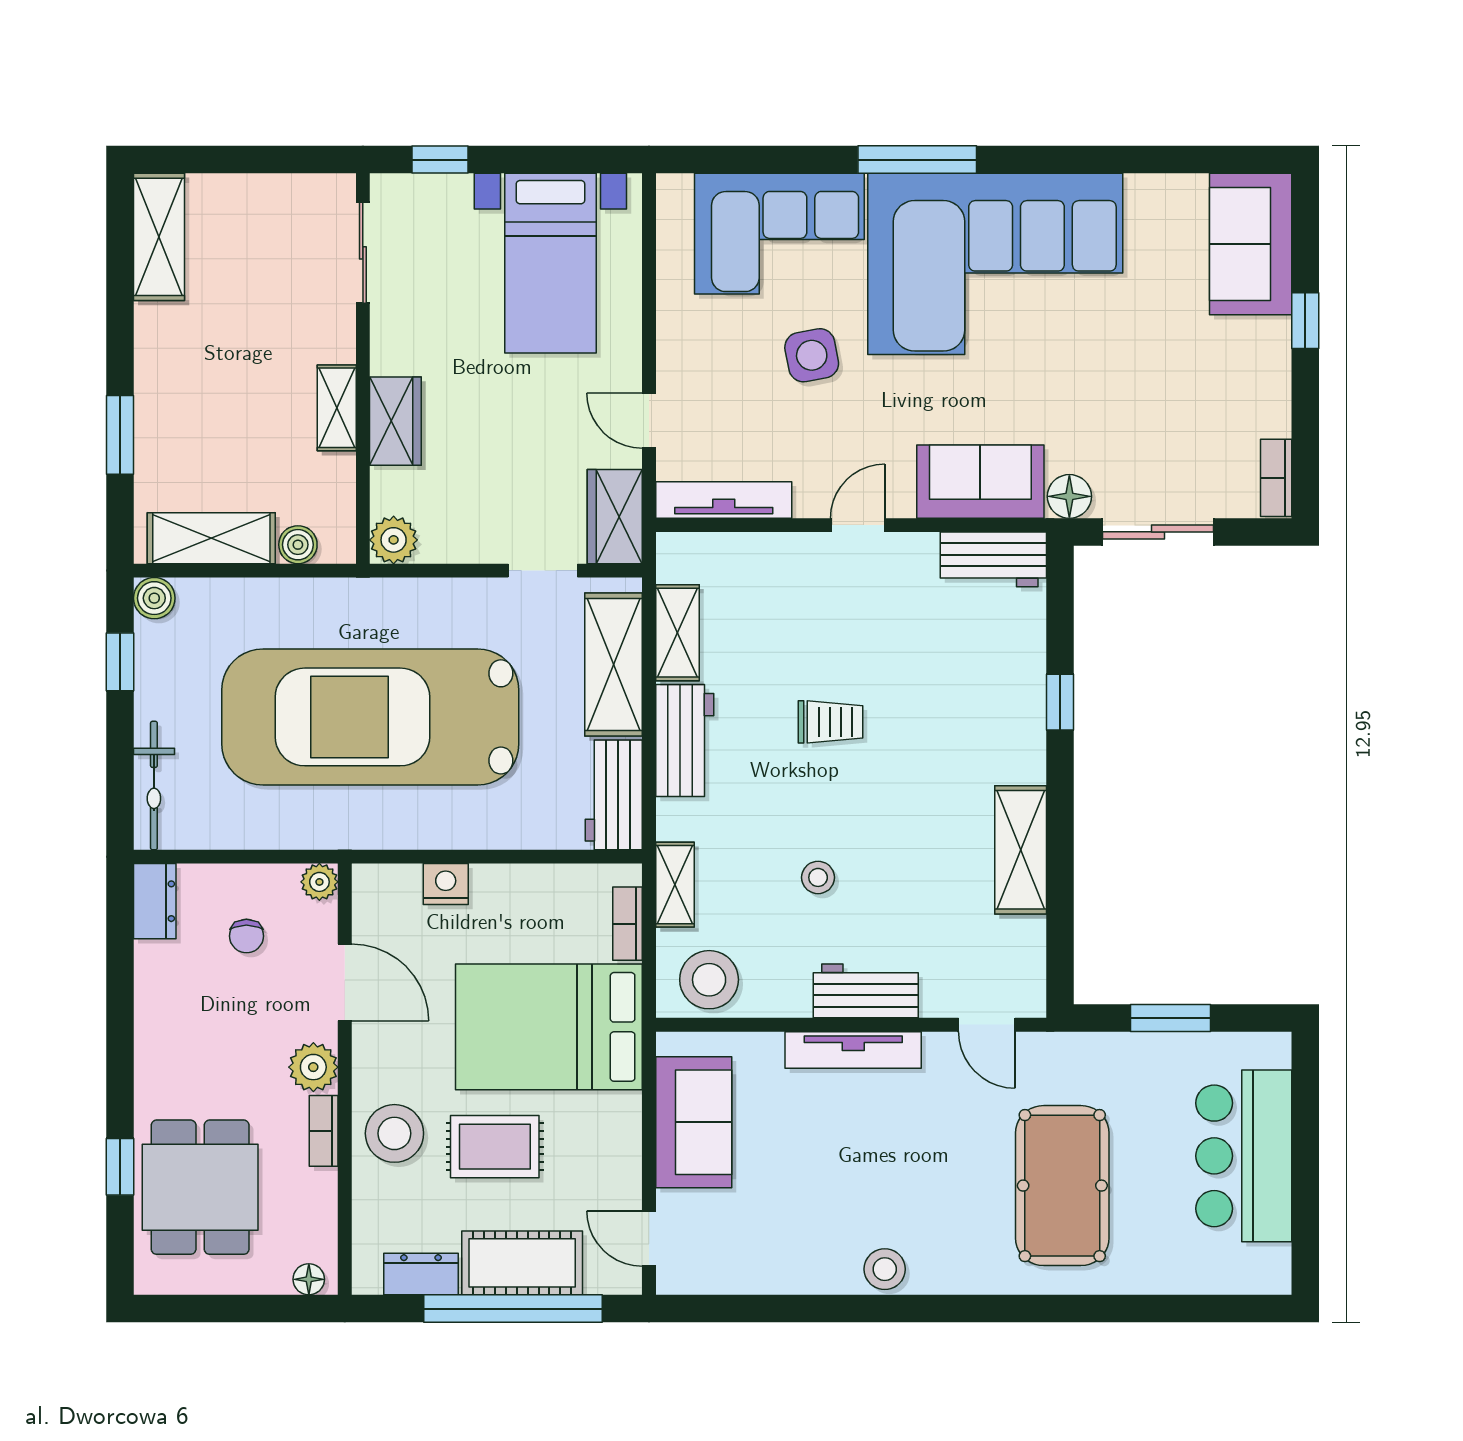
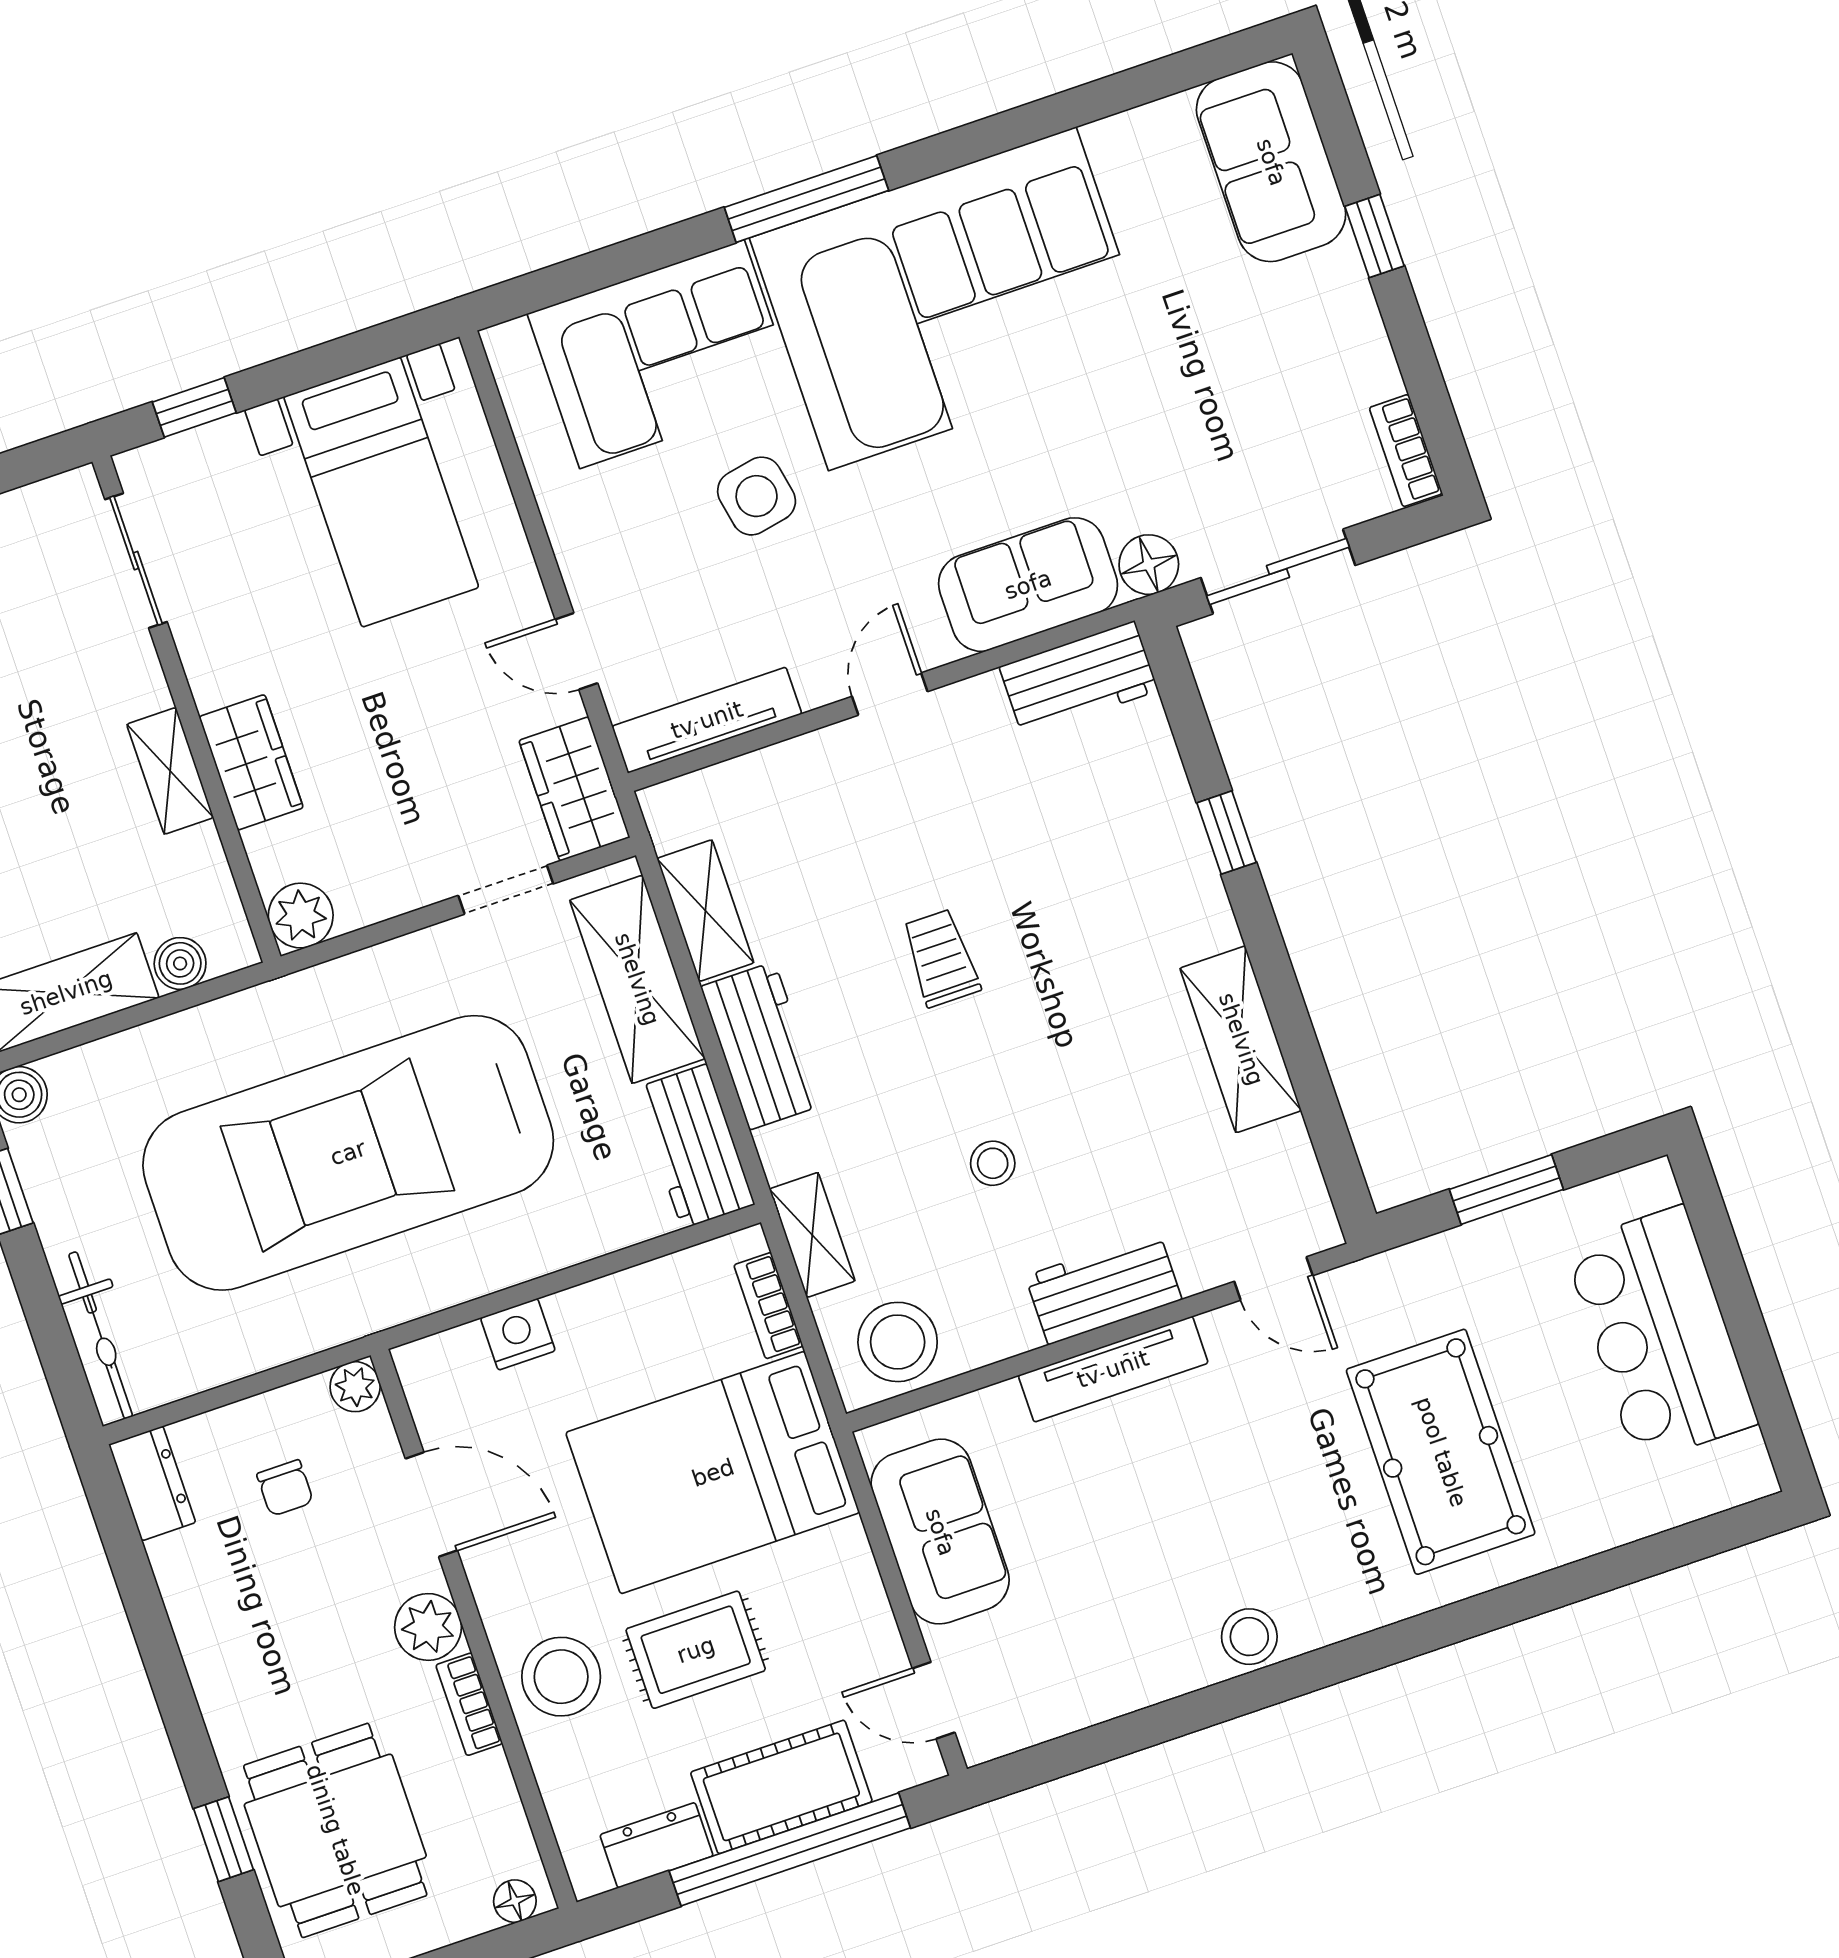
trolley: (831, 722) -> (941, 958), turned -90

